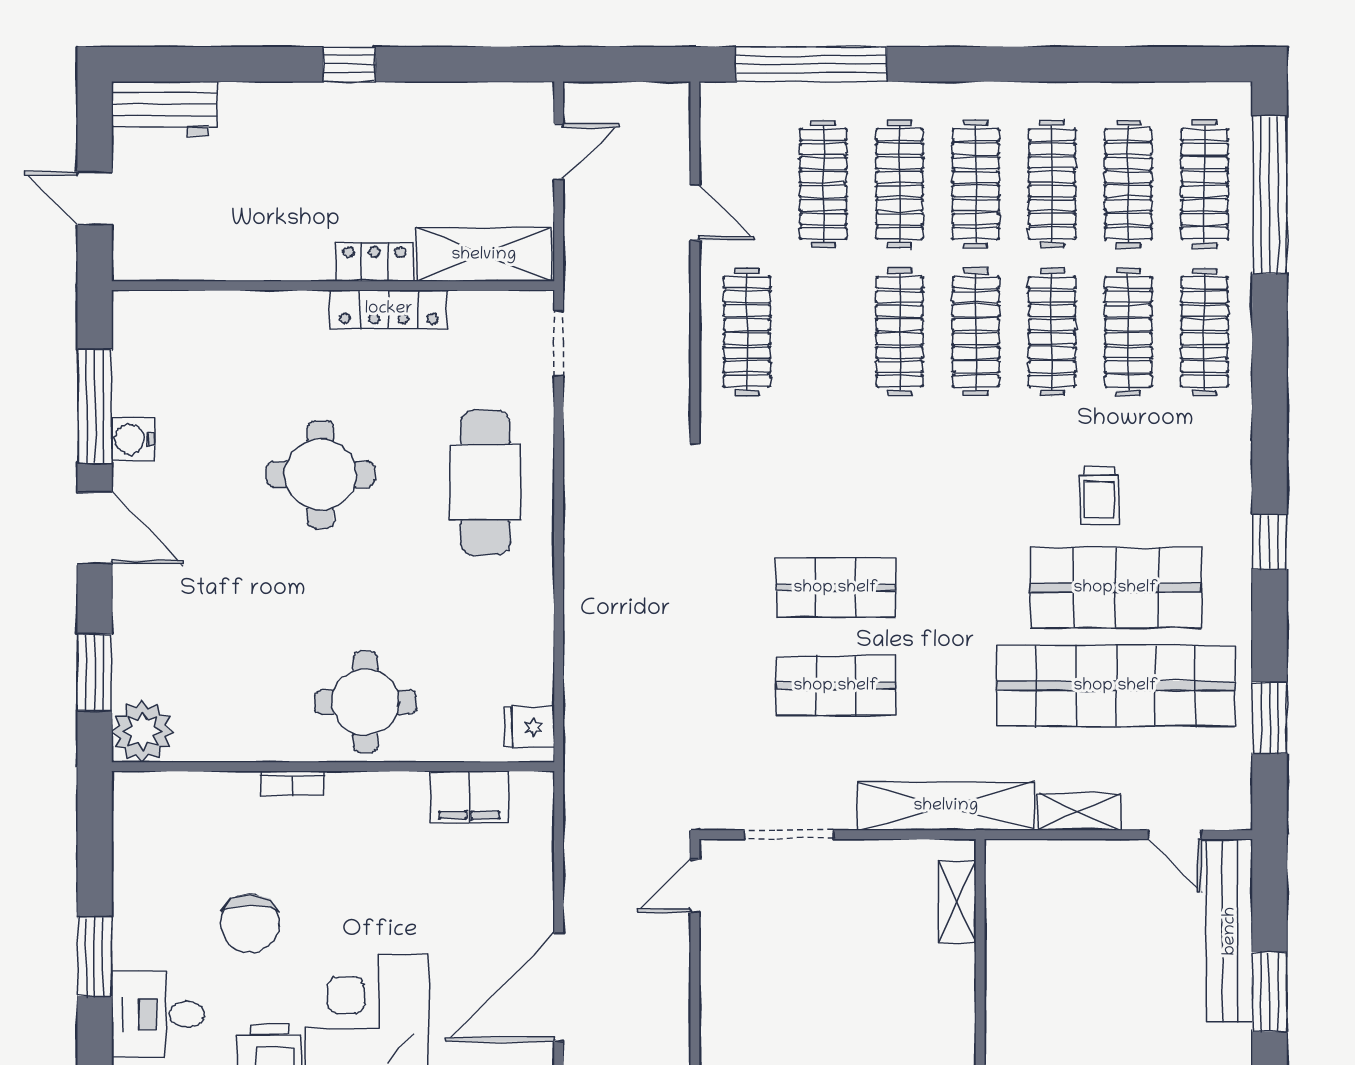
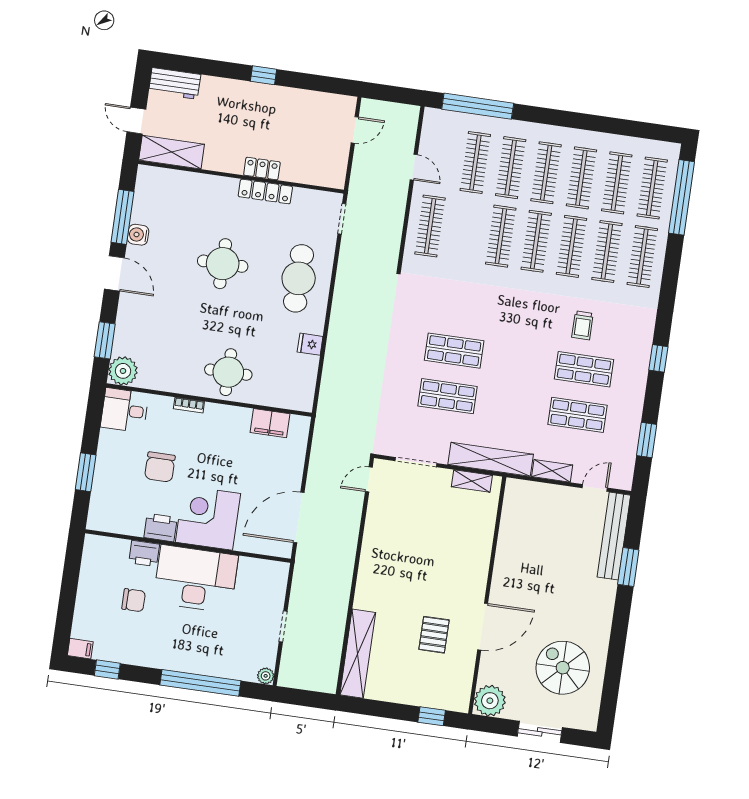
shelving: (484, 255) -> (172, 152), moved
shop shelf: (1116, 588) -> (584, 369), width x0.70, depth x0.74
shop shelf: (1116, 686) -> (577, 415), width x0.50, depth x0.74
fridge: (530, 727) -> (310, 344), moved
door: (1175, 835) -> (595, 488), swing flipped
shelving: (957, 902) -> (472, 481), moved, turned 90
desk: (158, 1014) -> (125, 410), moved

